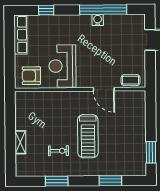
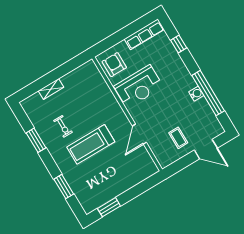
reception desk: (62, 66) -> (139, 87), turned 180
coffee table: (131, 80) -> (178, 138), moved

